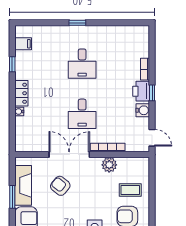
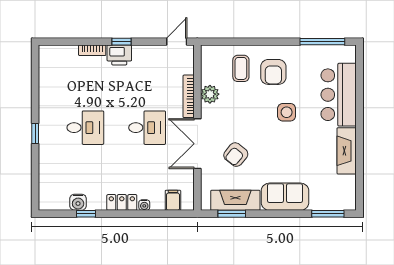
filing cabinet: (23, 44) -> (173, 200), moved
water cooler: (143, 110) -> (78, 202), moved, turned 180
window: (12, 197) -> (232, 214), moved

